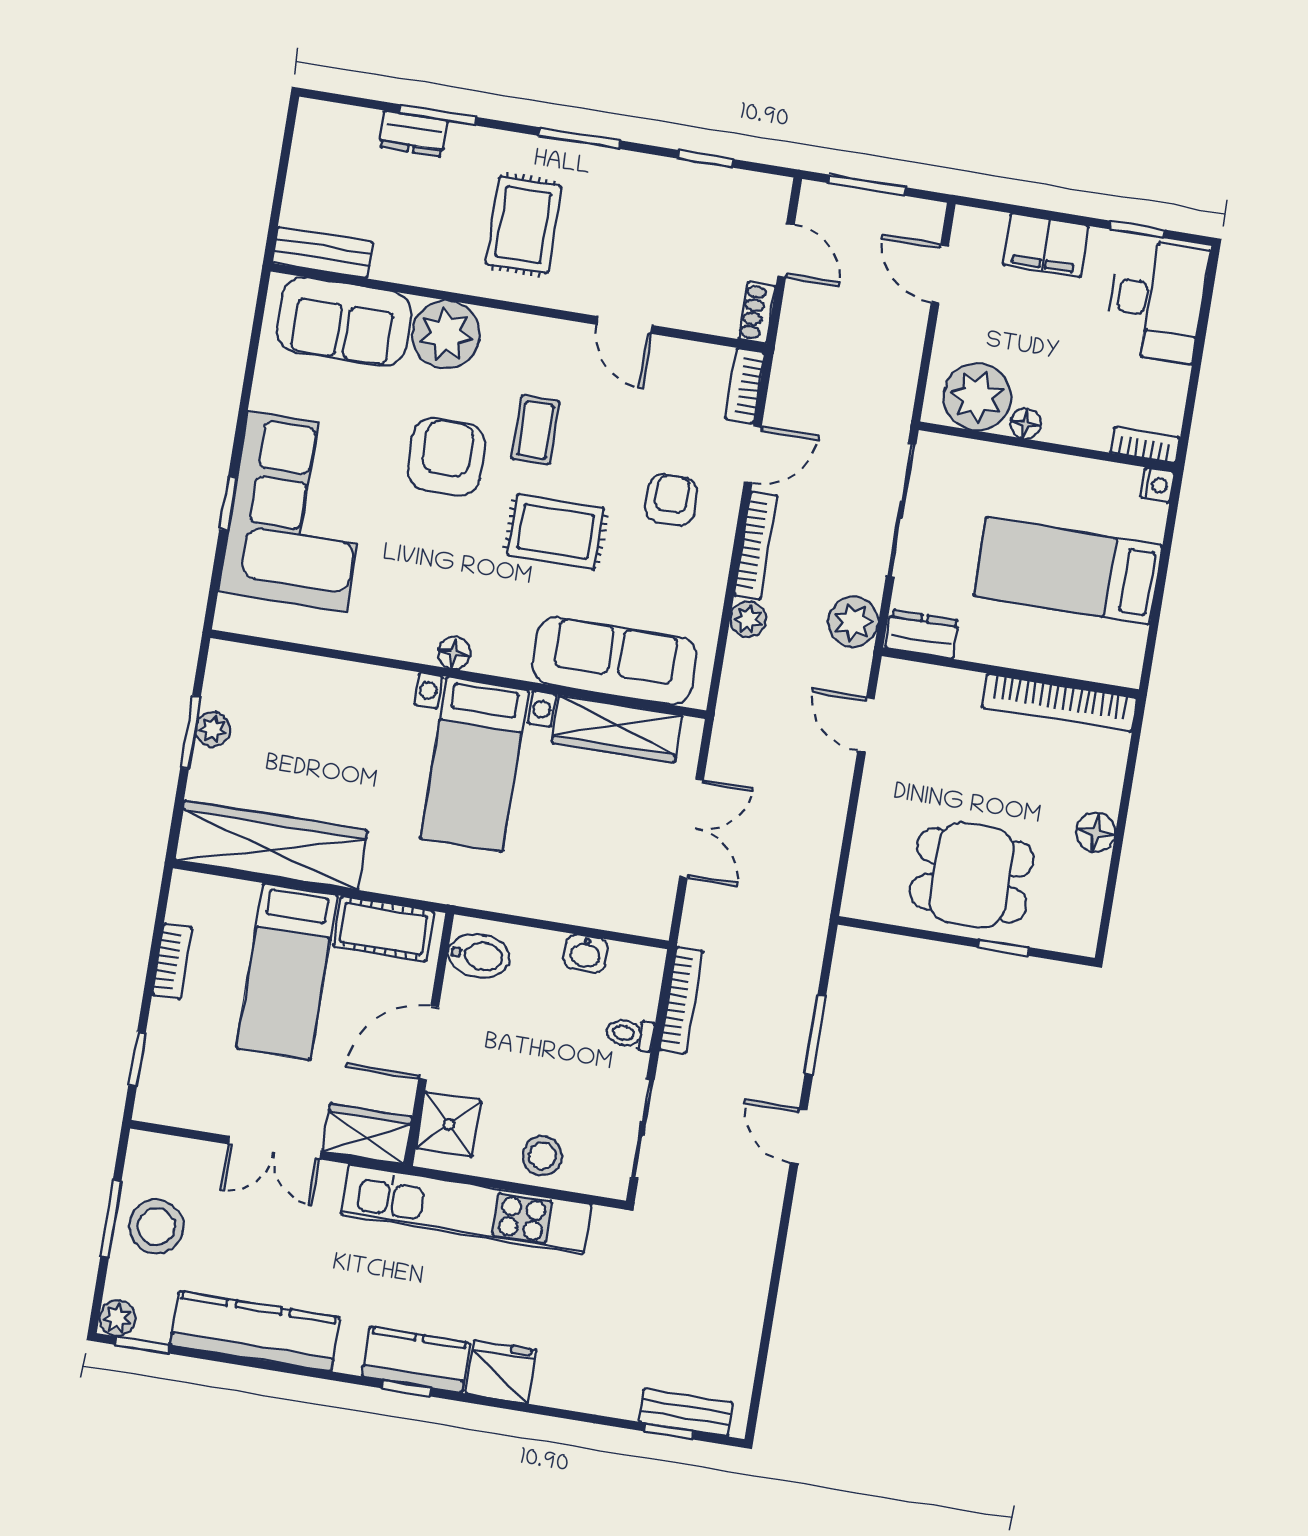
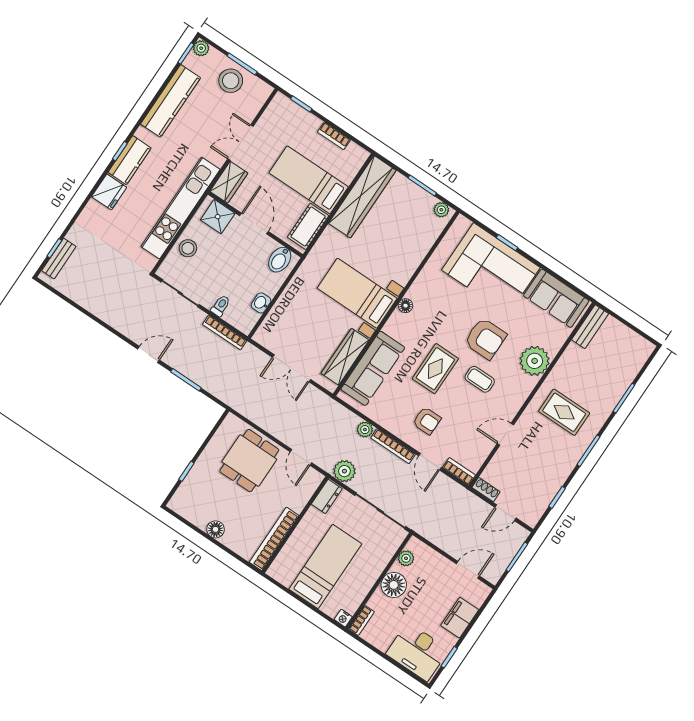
dresser: (413, 134) -> (621, 385), removed
sofa: (344, 322) -> (556, 298), moved, turned -90
plant: (977, 397) -> (406, 558), width x0.53, depth x0.53
floor lamp: (1026, 423) -> (394, 585), width x1.89, depth x1.89
door: (866, 725) -> (301, 457), swing flipped
plant: (213, 729) -> (441, 210), moved
dining table: (972, 875) -> (249, 461), moved

